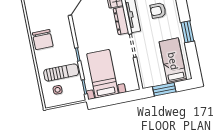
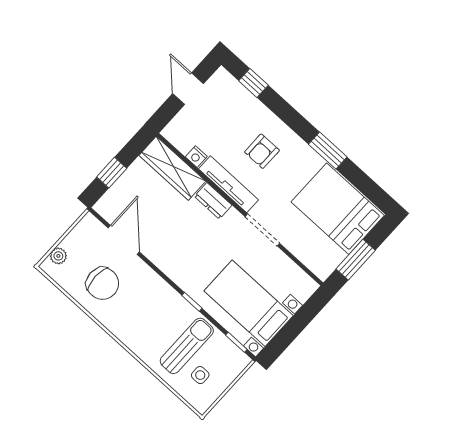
dresser: (121, 21) -> (213, 201), width x0.70
chair: (43, 40) -> (102, 283), moved
bed: (173, 61) -> (338, 209), width x1.50

